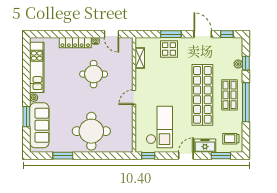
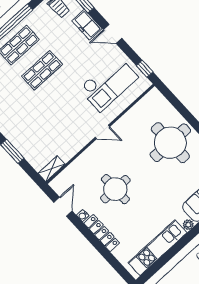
display table: (169, 49) -> (28, 141), removed
shelving: (140, 58) -> (52, 169), moved
shop shelf: (202, 95) -> (42, 70), width x0.50, depth x0.74
checkout: (159, 127) -> (109, 83), turned 180

